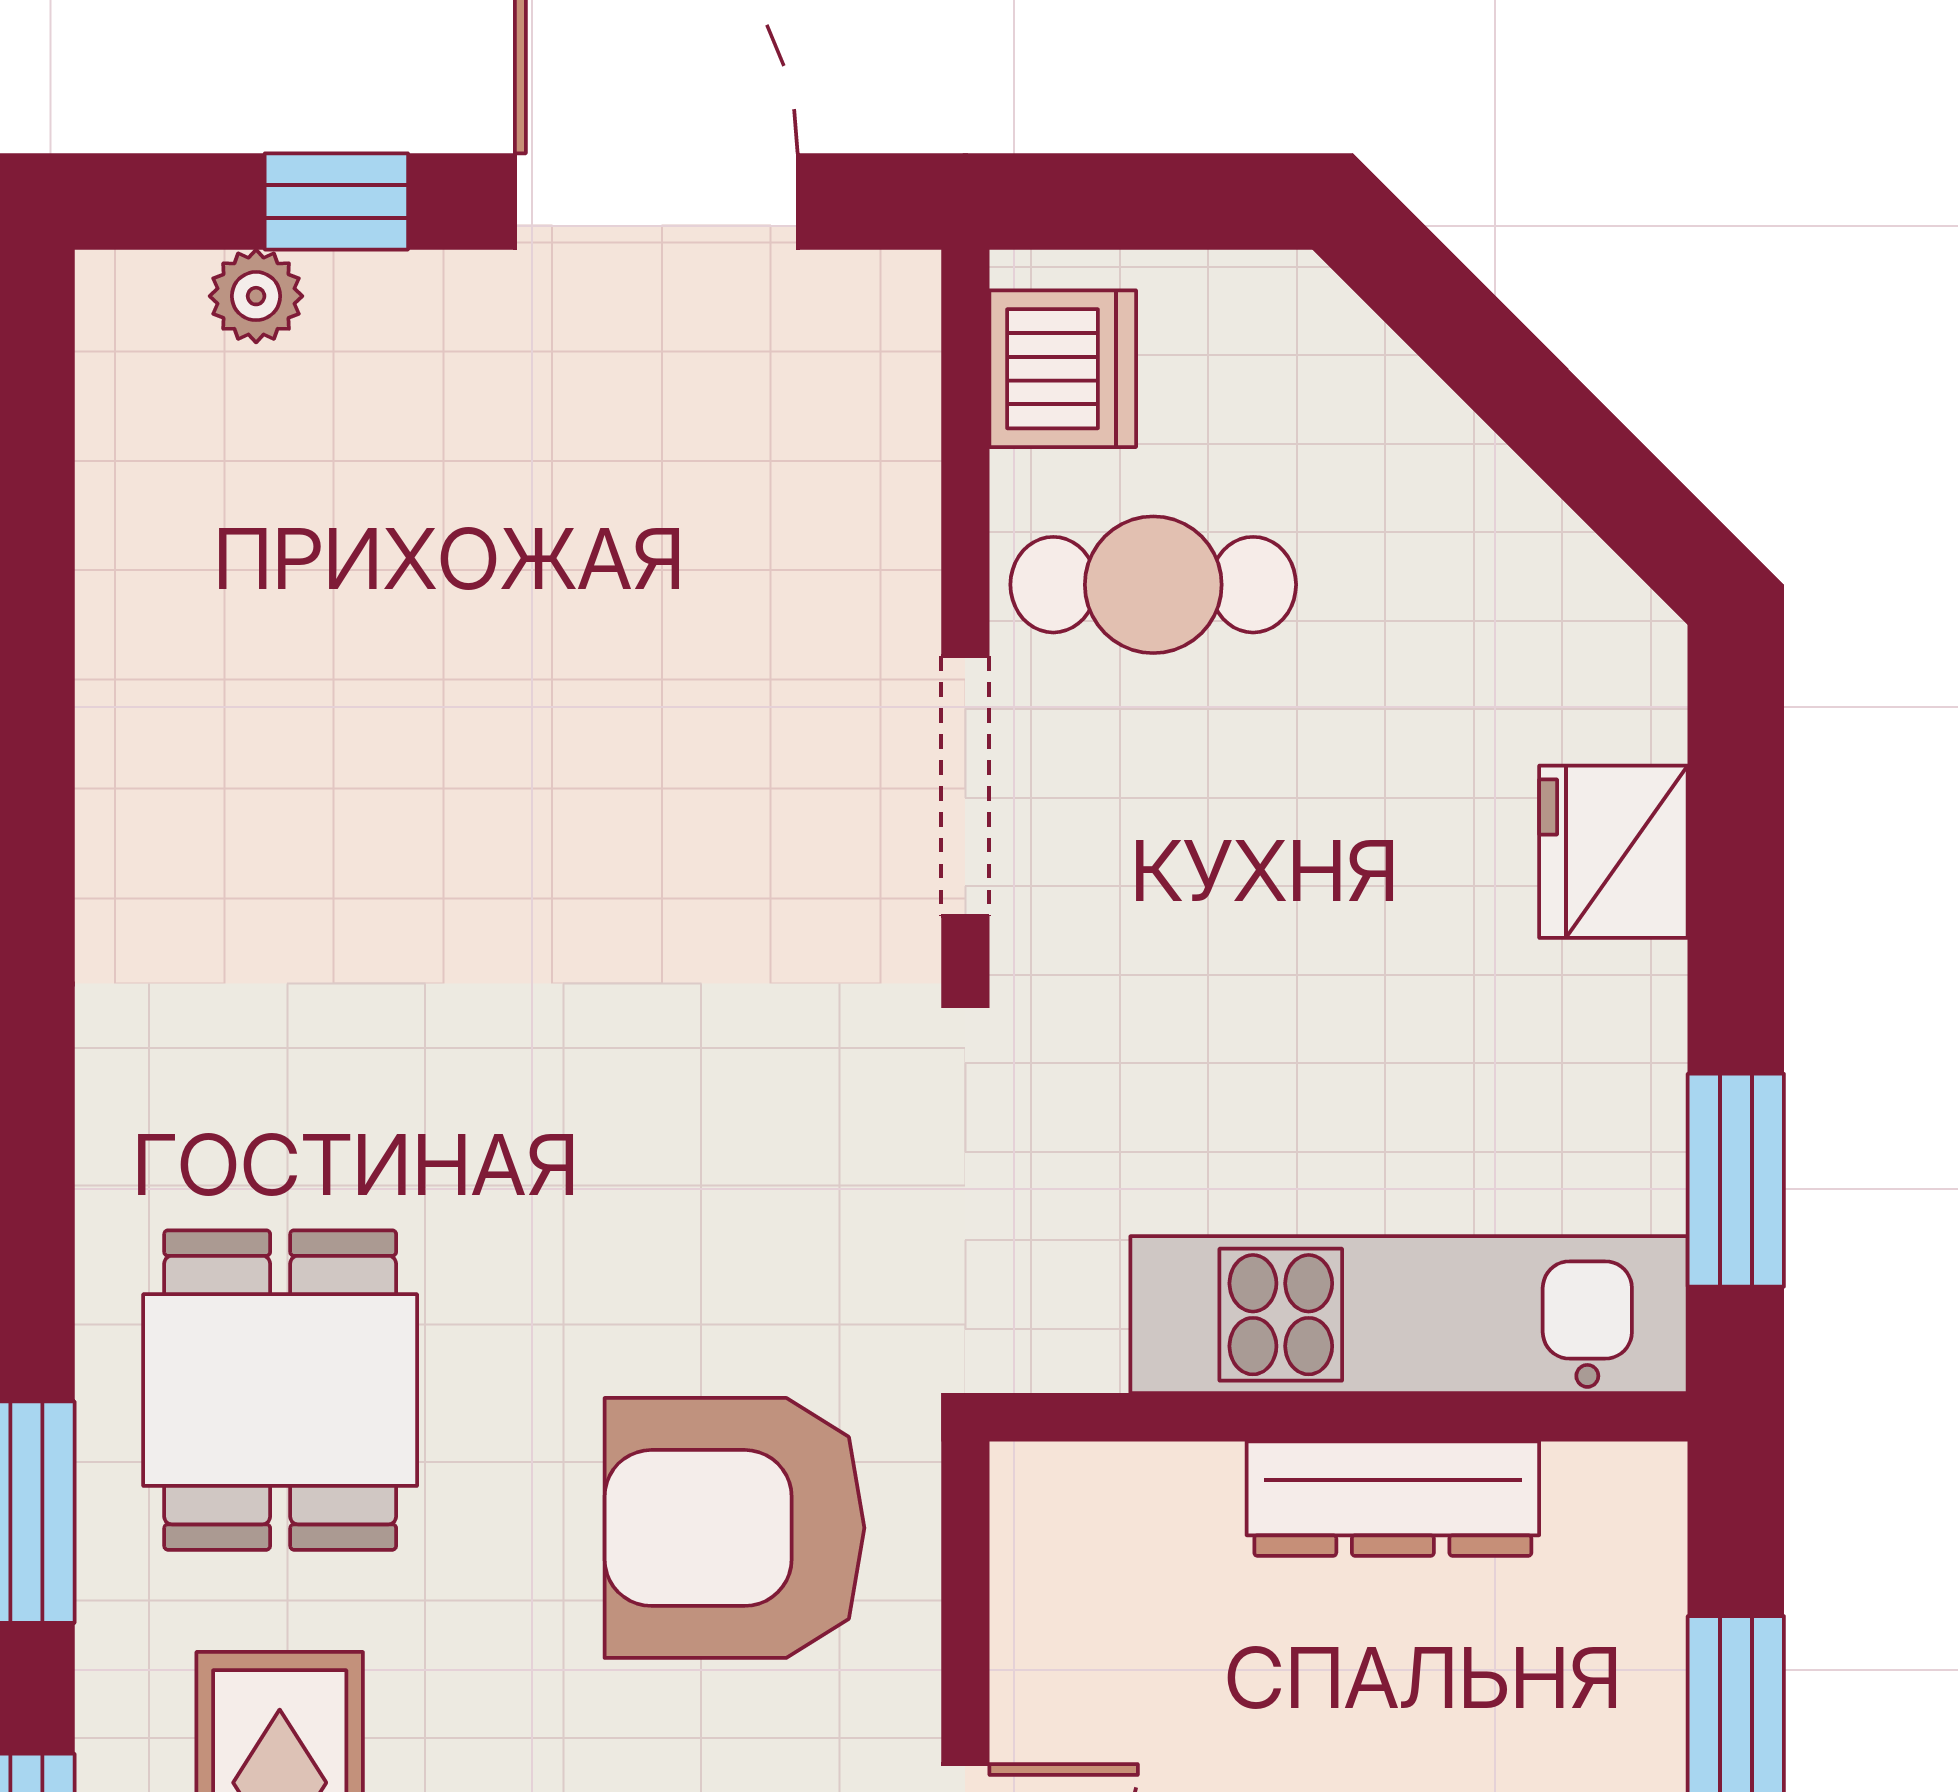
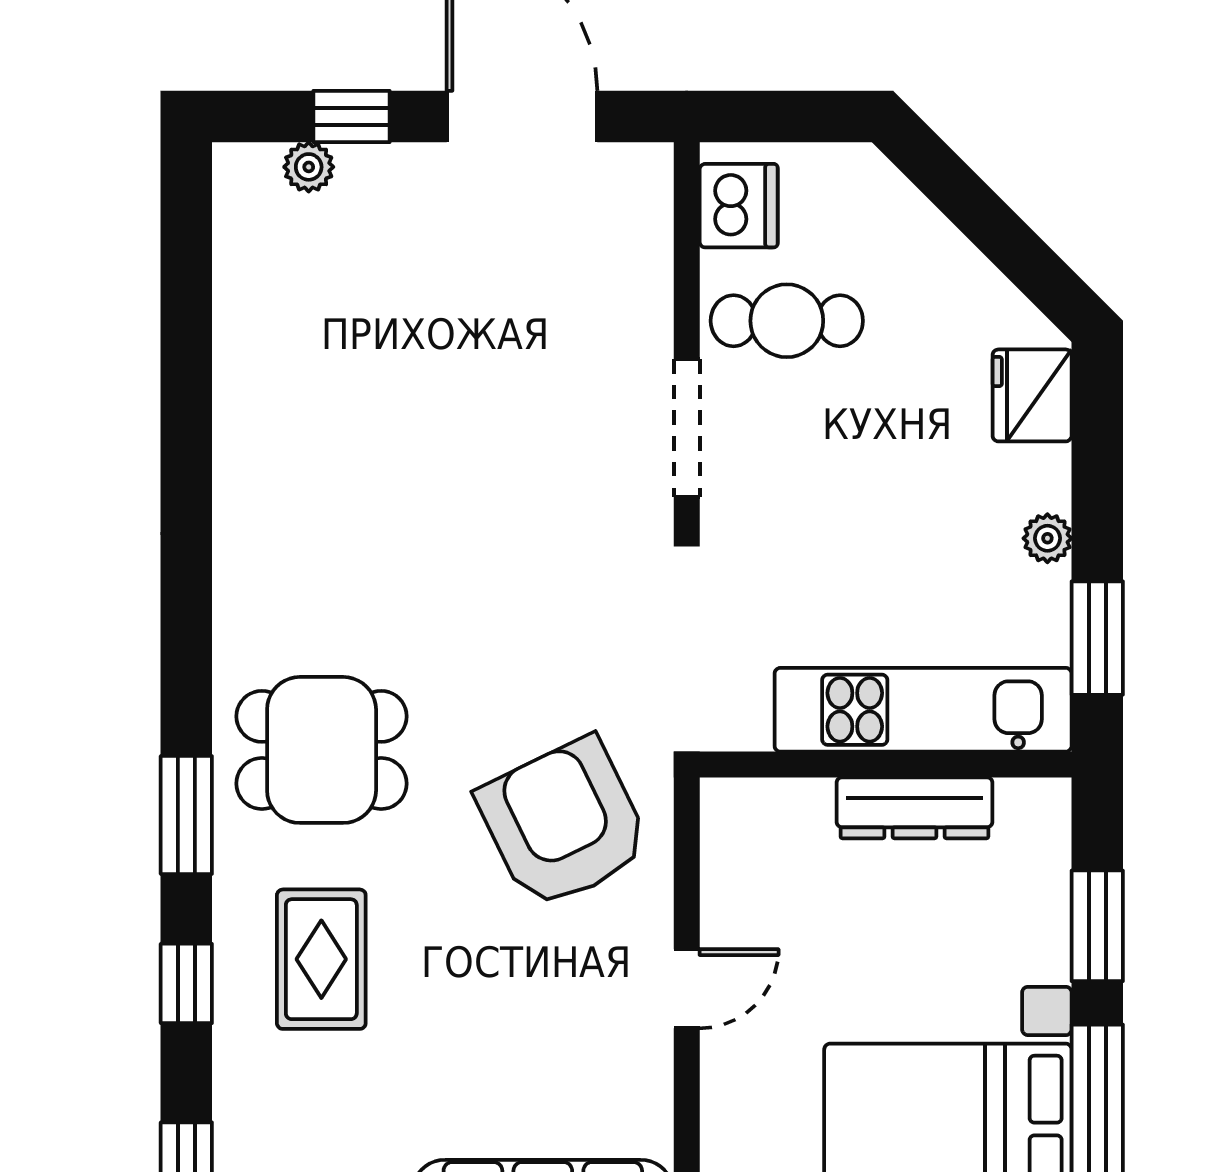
fridge: (1613, 852) -> (1032, 395), moved
plant: (1642, 993) -> (1047, 538), added
dining table: (280, 1390) -> (322, 750), turned 90
armchair: (734, 1528) -> (564, 823), turned 64

